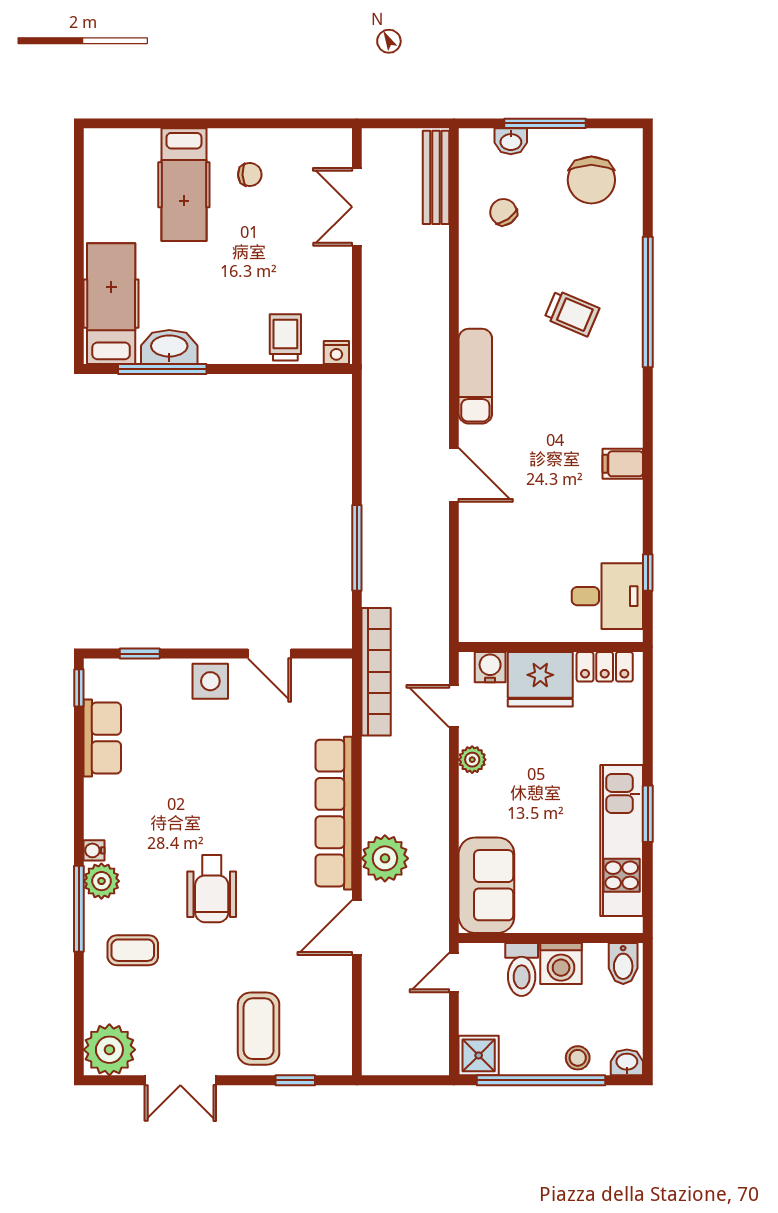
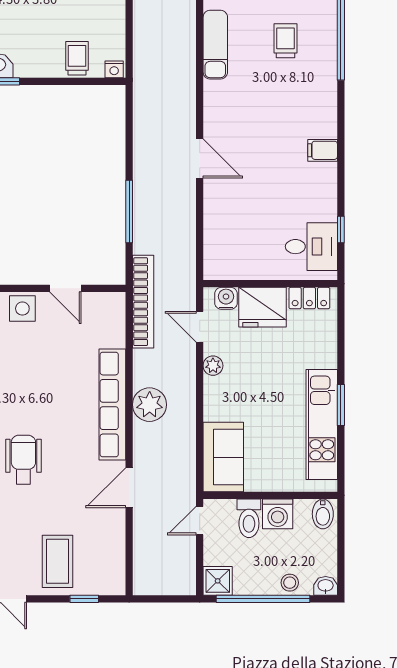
trolley: (572, 313) -> (286, 41), turned -113
exam couch: (475, 376) -> (215, 45), moved
plant: (385, 858) -> (150, 405), moved
wheelchair: (212, 889) -> (23, 460), turned 180

